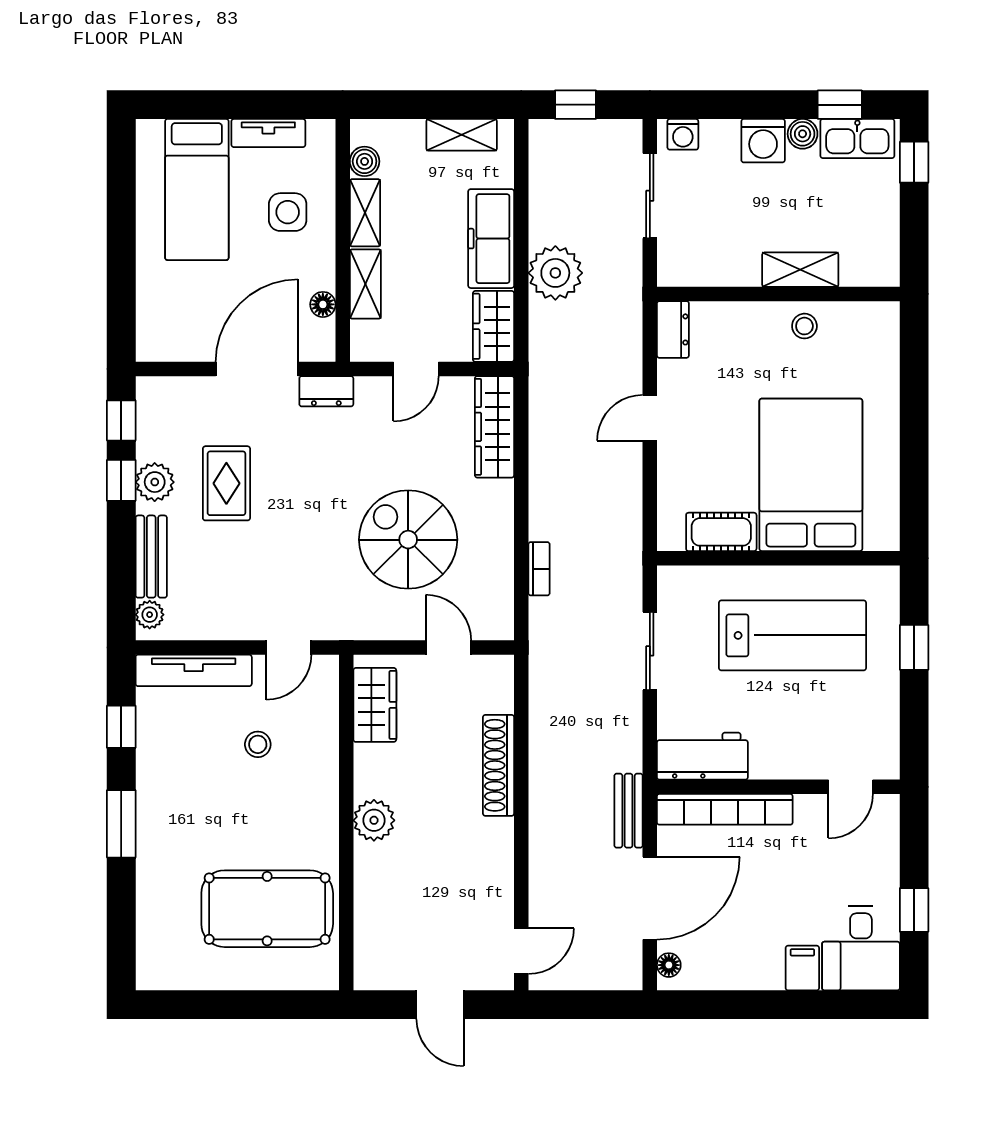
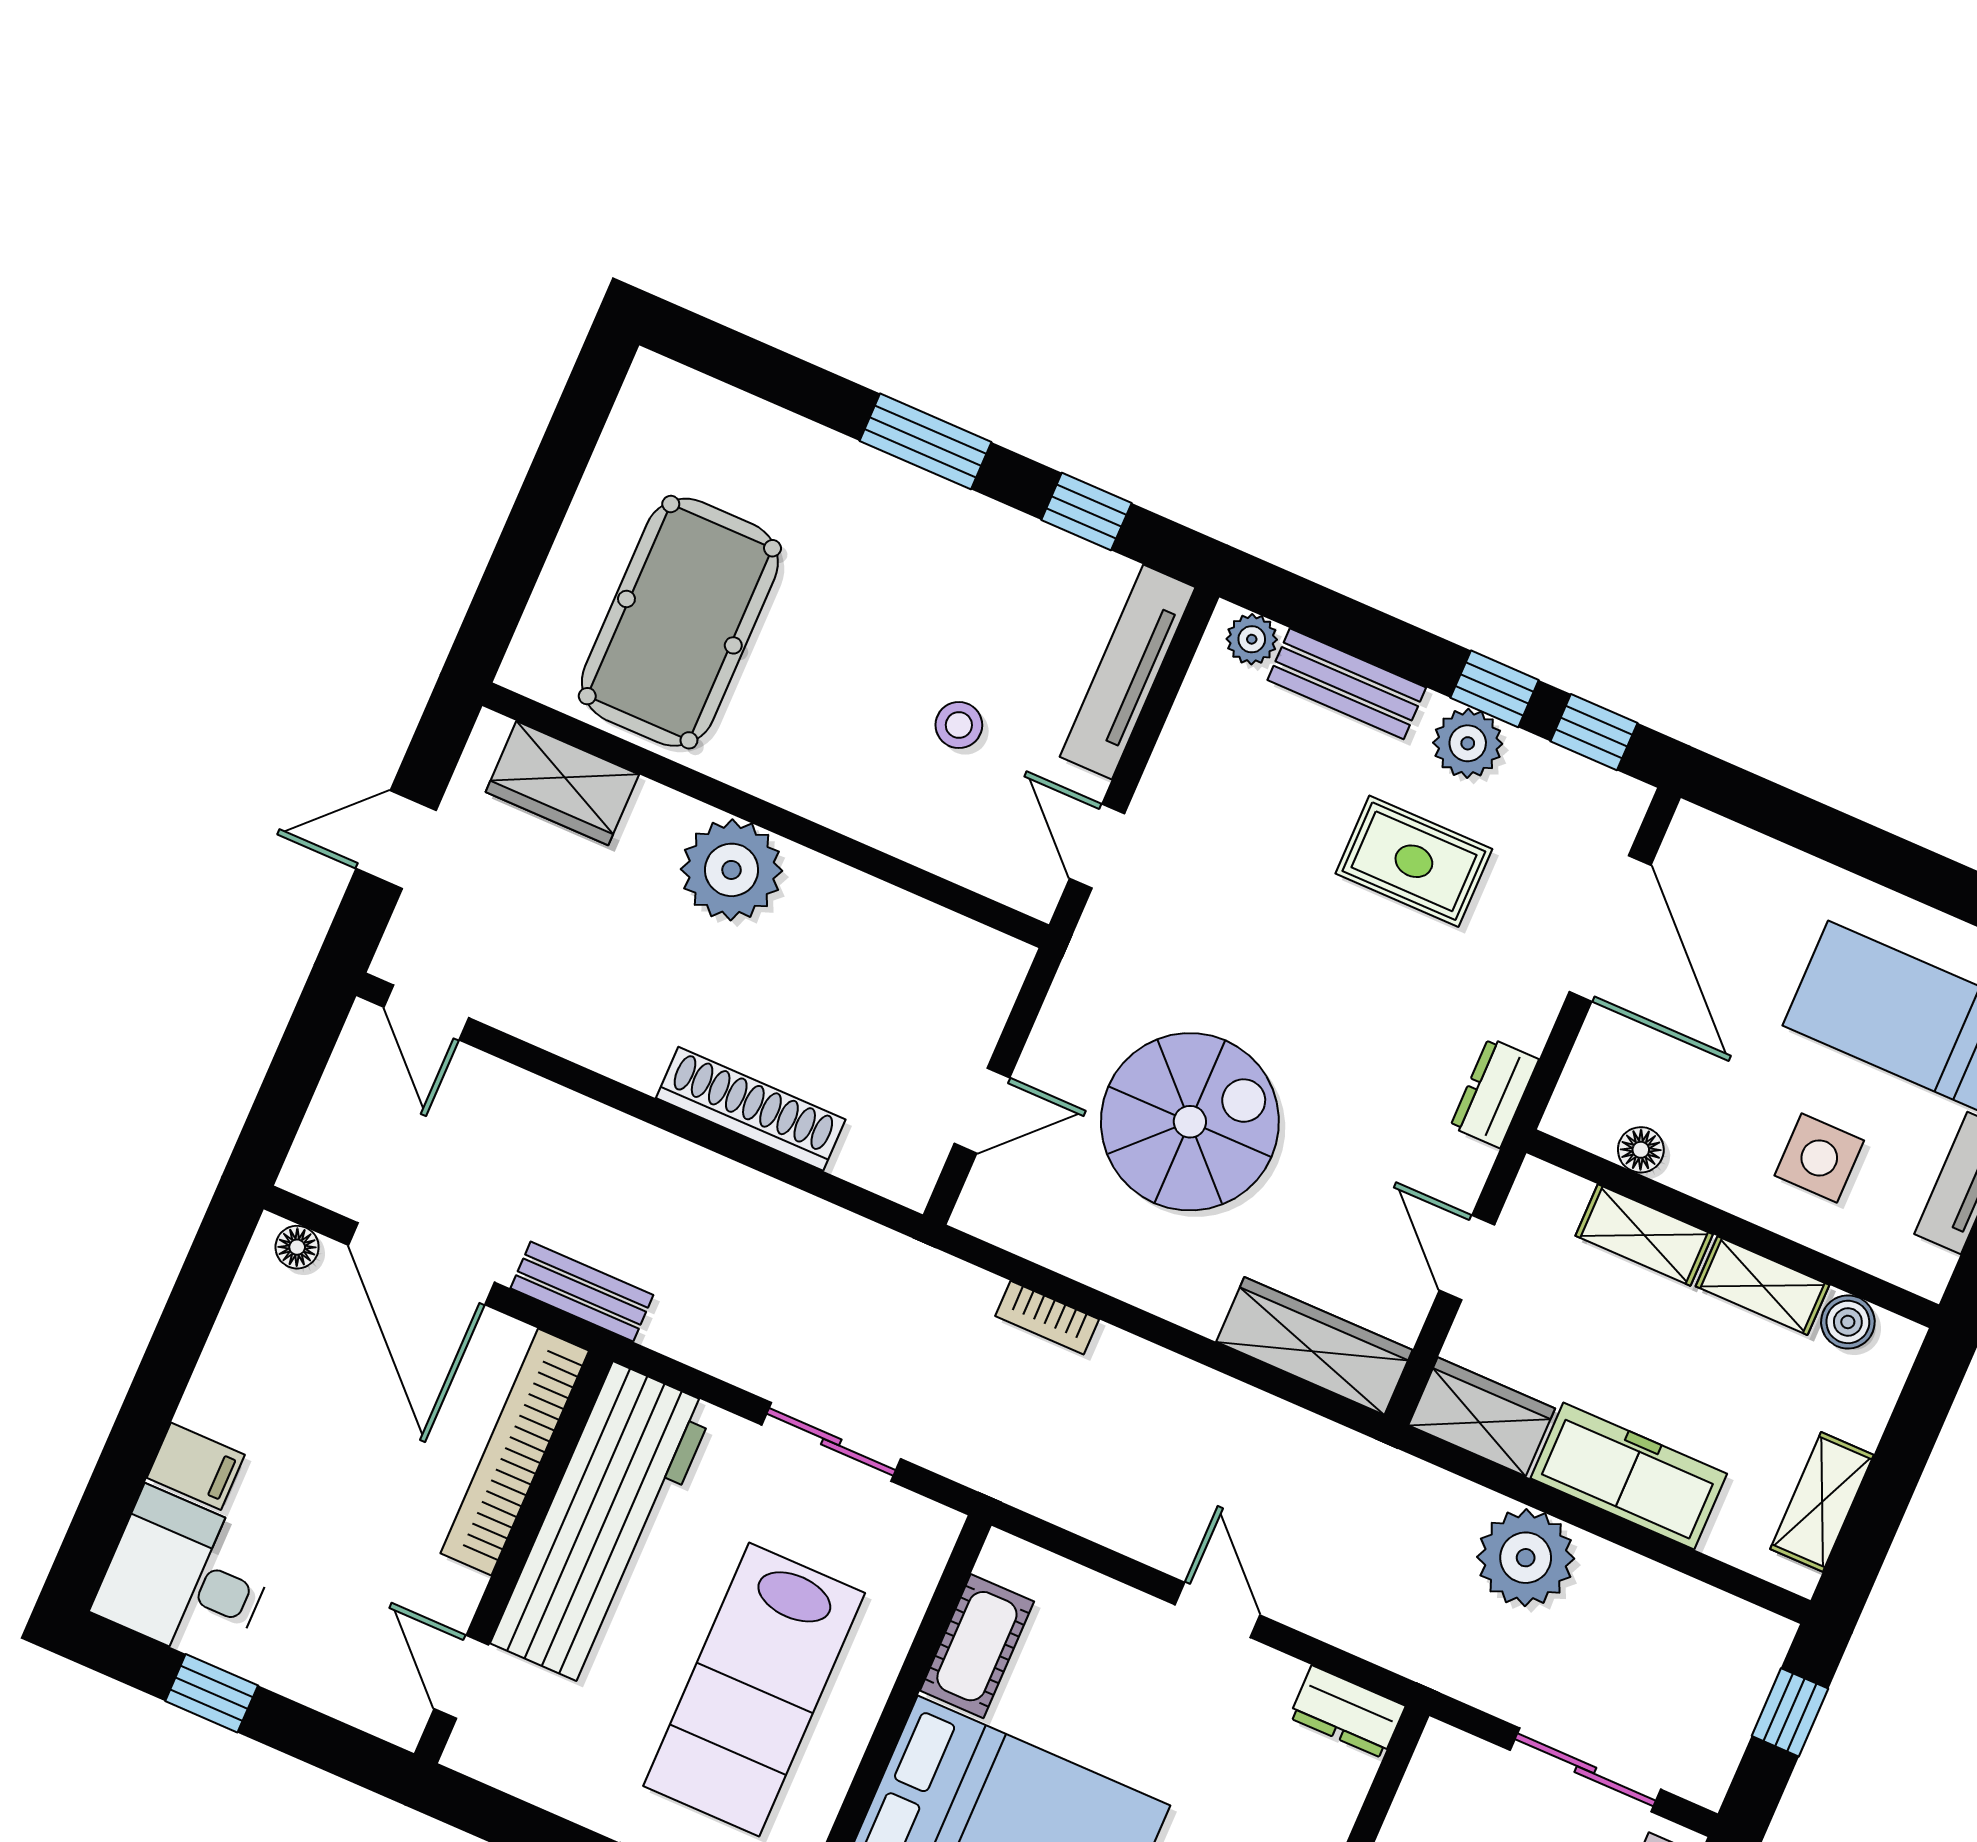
door: (257, 369) -> (1610, 928), moved
wardrobe: (375, 705) -> (562, 783), moved
workbench: (702, 756) -> (603, 1525), width x1.88, depth x1.32
plant: (374, 820) -> (732, 870), width x1.36, depth x1.36

